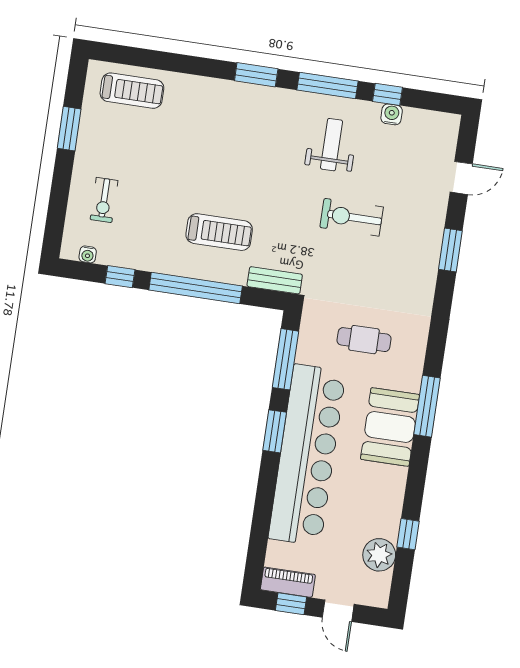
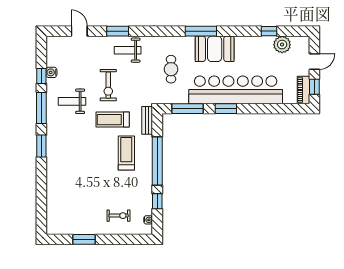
treadmill: (132, 91) -> (113, 120), moved, turned -90
weight bench: (412, 263) -> (128, 50), added

